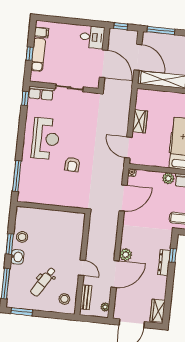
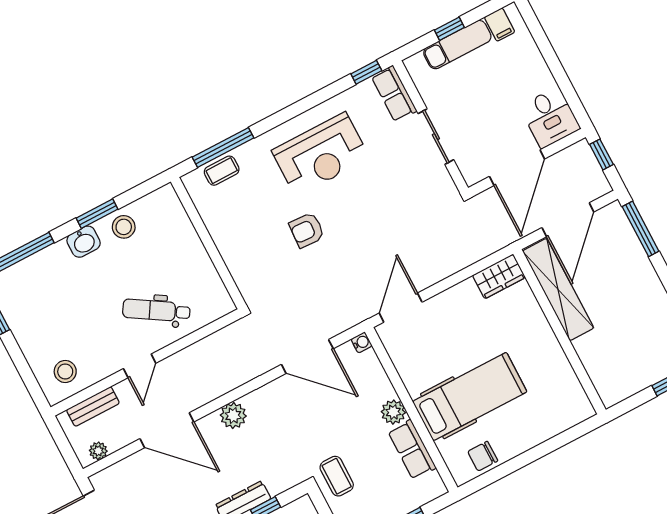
wardrobe: (140, 121) -> (499, 276), moved
coffee table: (26, 183) -> (222, 171), added
plant: (126, 255) -> (233, 416), moved
dental chair: (43, 282) -> (156, 310), moved

